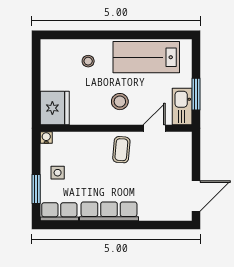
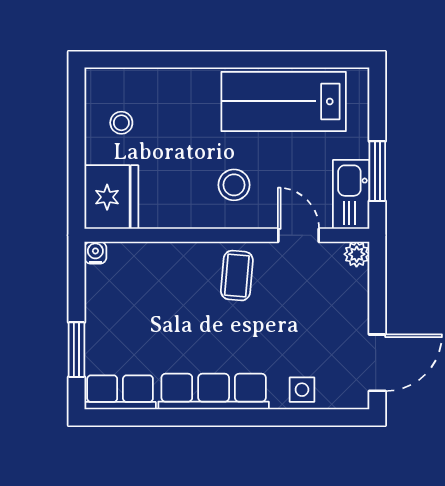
stool: (88, 61) -> (121, 123), moved
door: (154, 128) -> (298, 235), hinge flipped
plant: (185, 138) -> (357, 254), added
side table: (58, 173) -> (302, 390), moved

